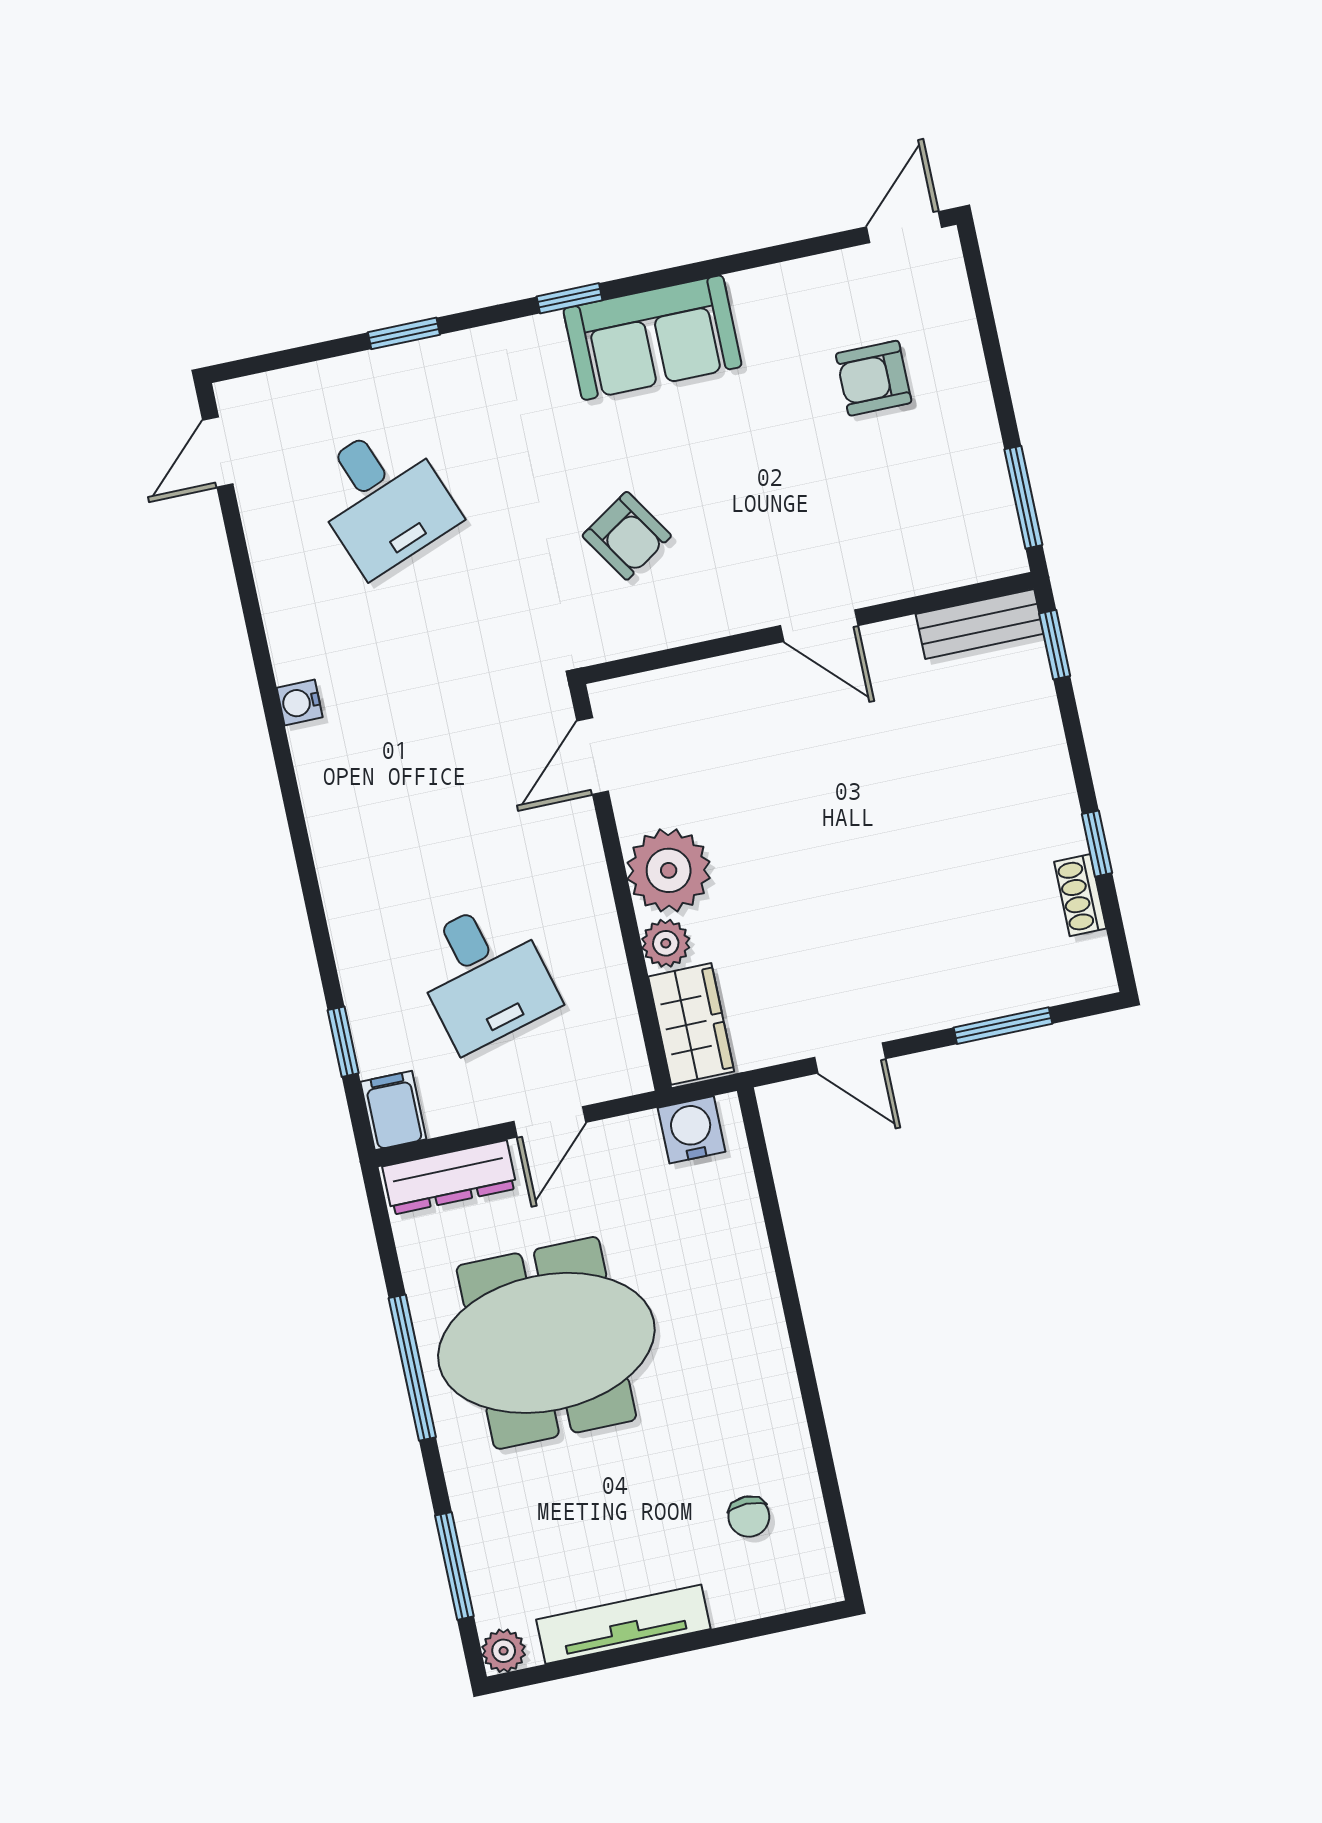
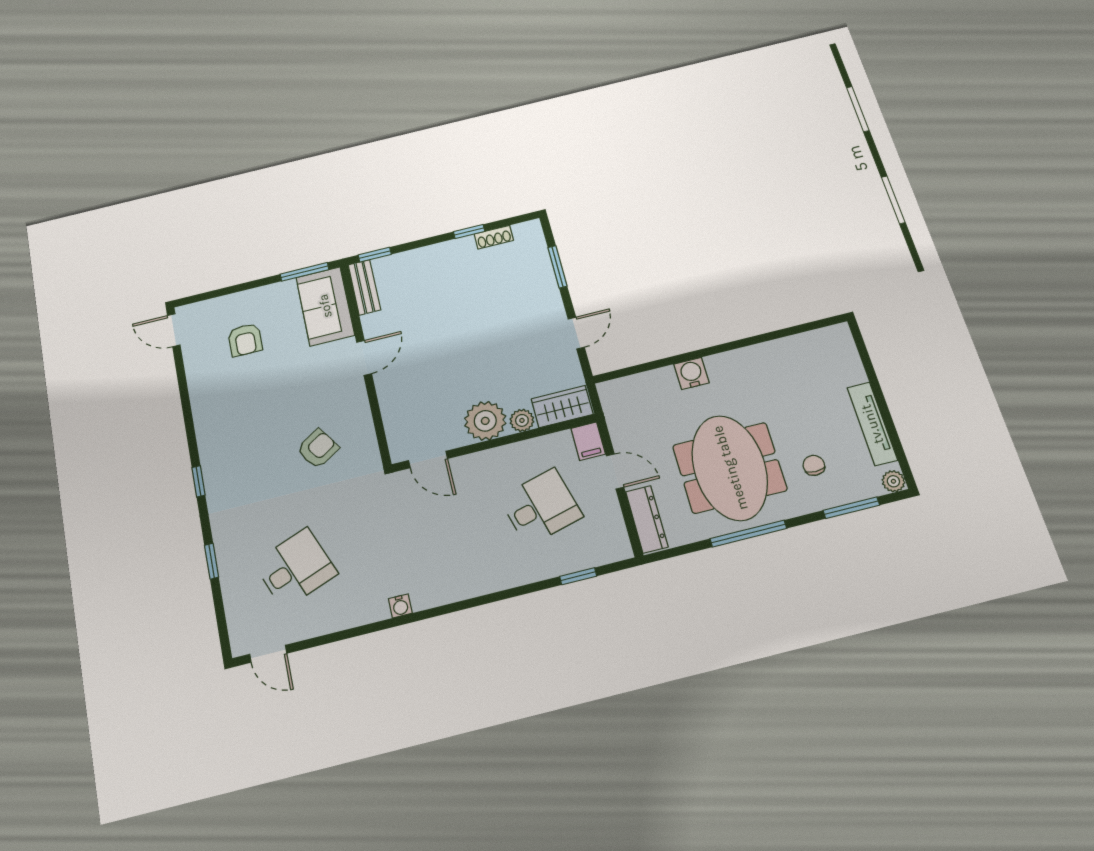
sofa: (653, 338) -> (325, 306), moved, turned 180
filing cabinet: (393, 1110) -> (588, 441), moved, turned -90
water cooler: (692, 1130) -> (692, 373), moved, turned 90
chair: (749, 1517) -> (814, 465), moved, turned -90

